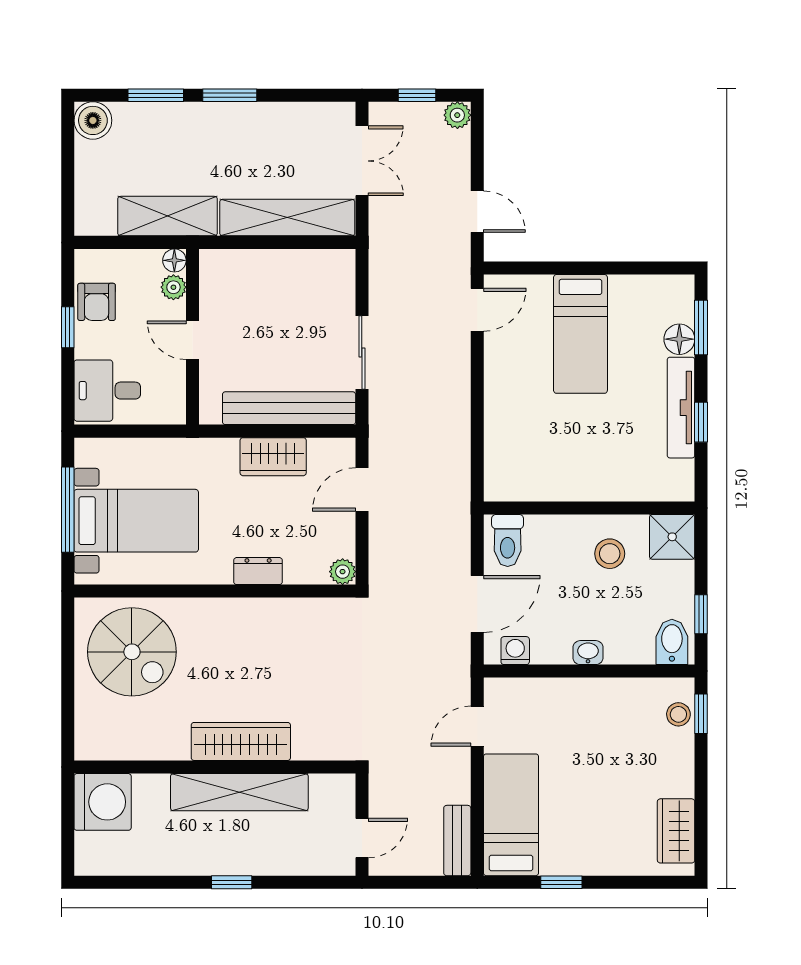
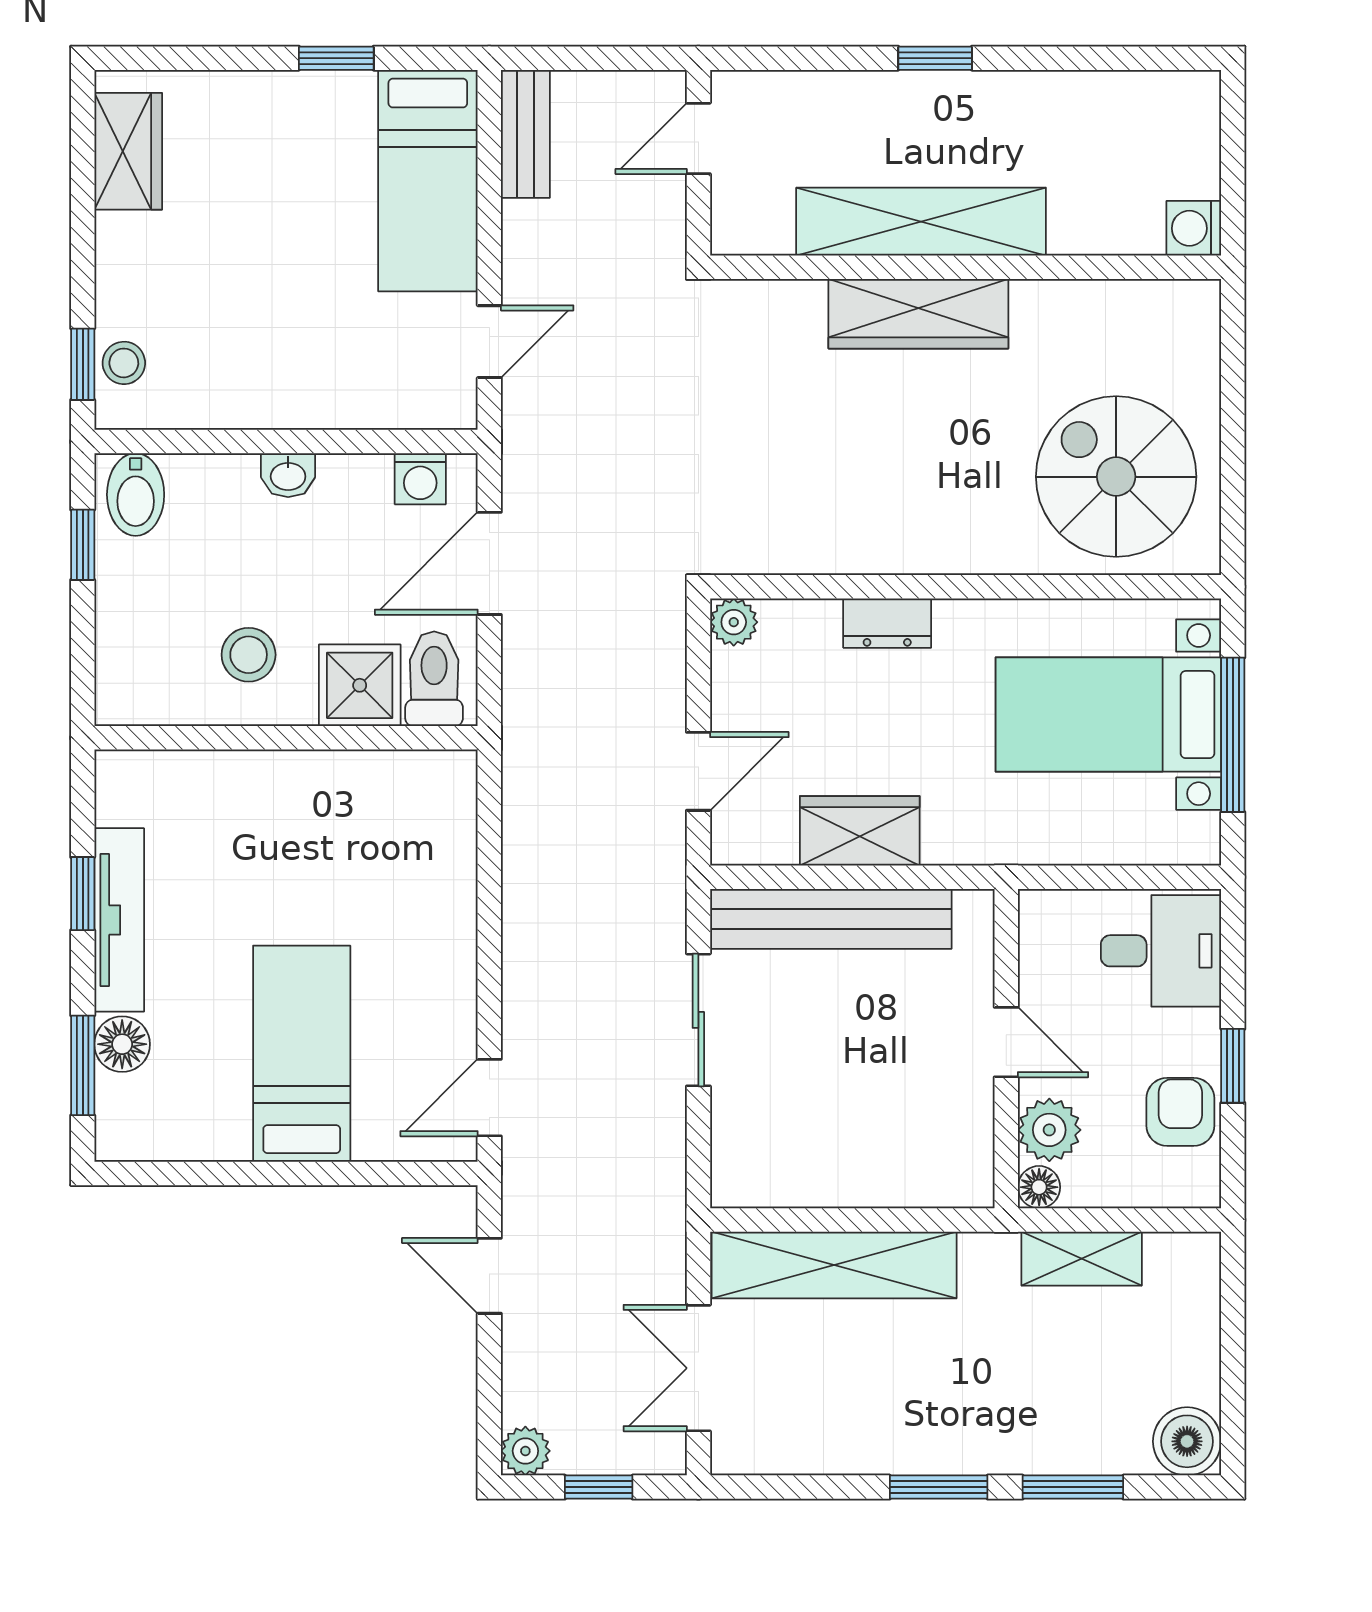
shelving: (167, 216) -> (1082, 1259), width x0.67, depth x0.75
plant: (173, 287) -> (1049, 1130), width x1.38, depth x1.38
shower: (672, 537) -> (360, 685), moved
washing machine: (103, 802) -> (1194, 228), width x0.53, depth x0.53

